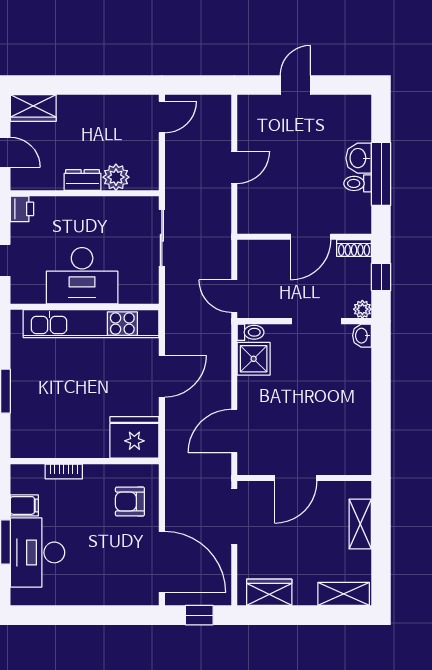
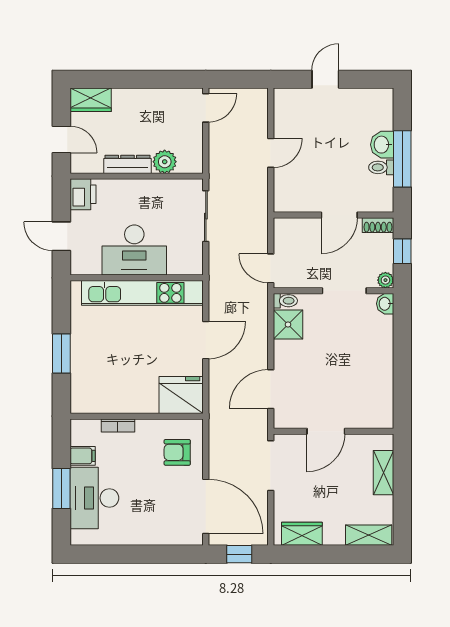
dresser: (83, 180) -> (128, 164), width x1.44
printer: (22, 209) -> (83, 194), width x1.36, depth x1.24

